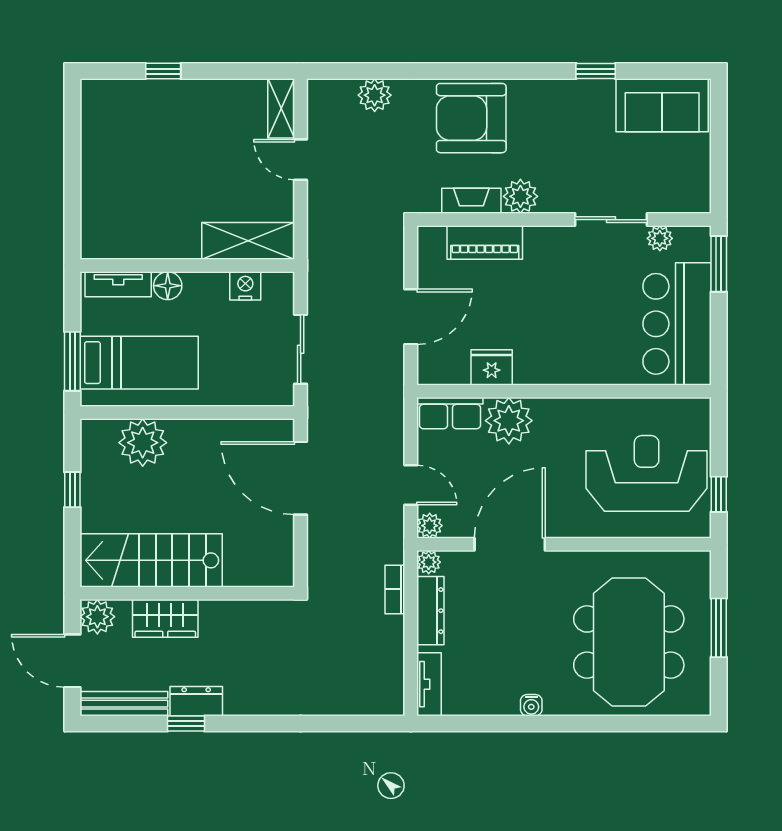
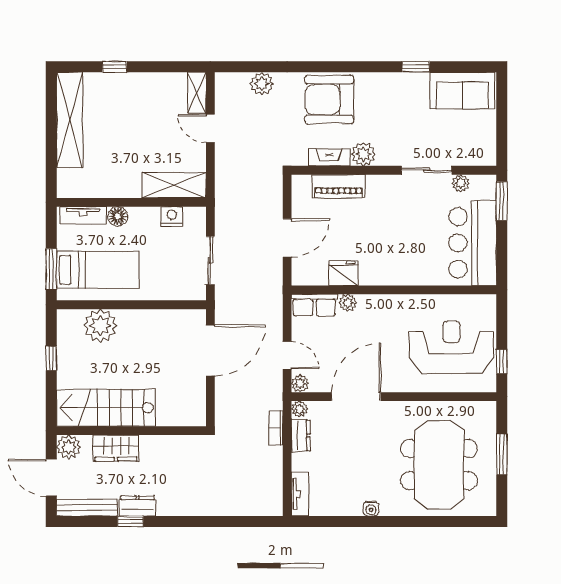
shelving: (99, 147) -> (70, 120), added
plant: (509, 421) -> (348, 303), width x0.53, depth x0.53
door: (301, 478) -> (210, 350), swing flipped
dresser: (430, 611) -> (301, 435), width x0.70

